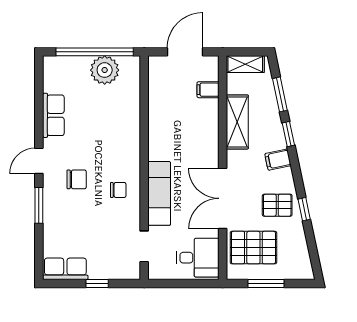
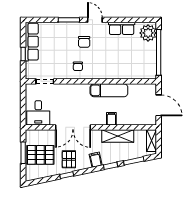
plant: (105, 70) -> (148, 33), moved
filing cabinet: (208, 90) -> (111, 119), moved
exam couch: (159, 193) -> (109, 90), moved
double door: (223, 198) -> (73, 127), swing flipped
pallet: (253, 248) -> (40, 155), moved, turned 90
row of seats: (65, 269) -> (32, 42), width x1.48

